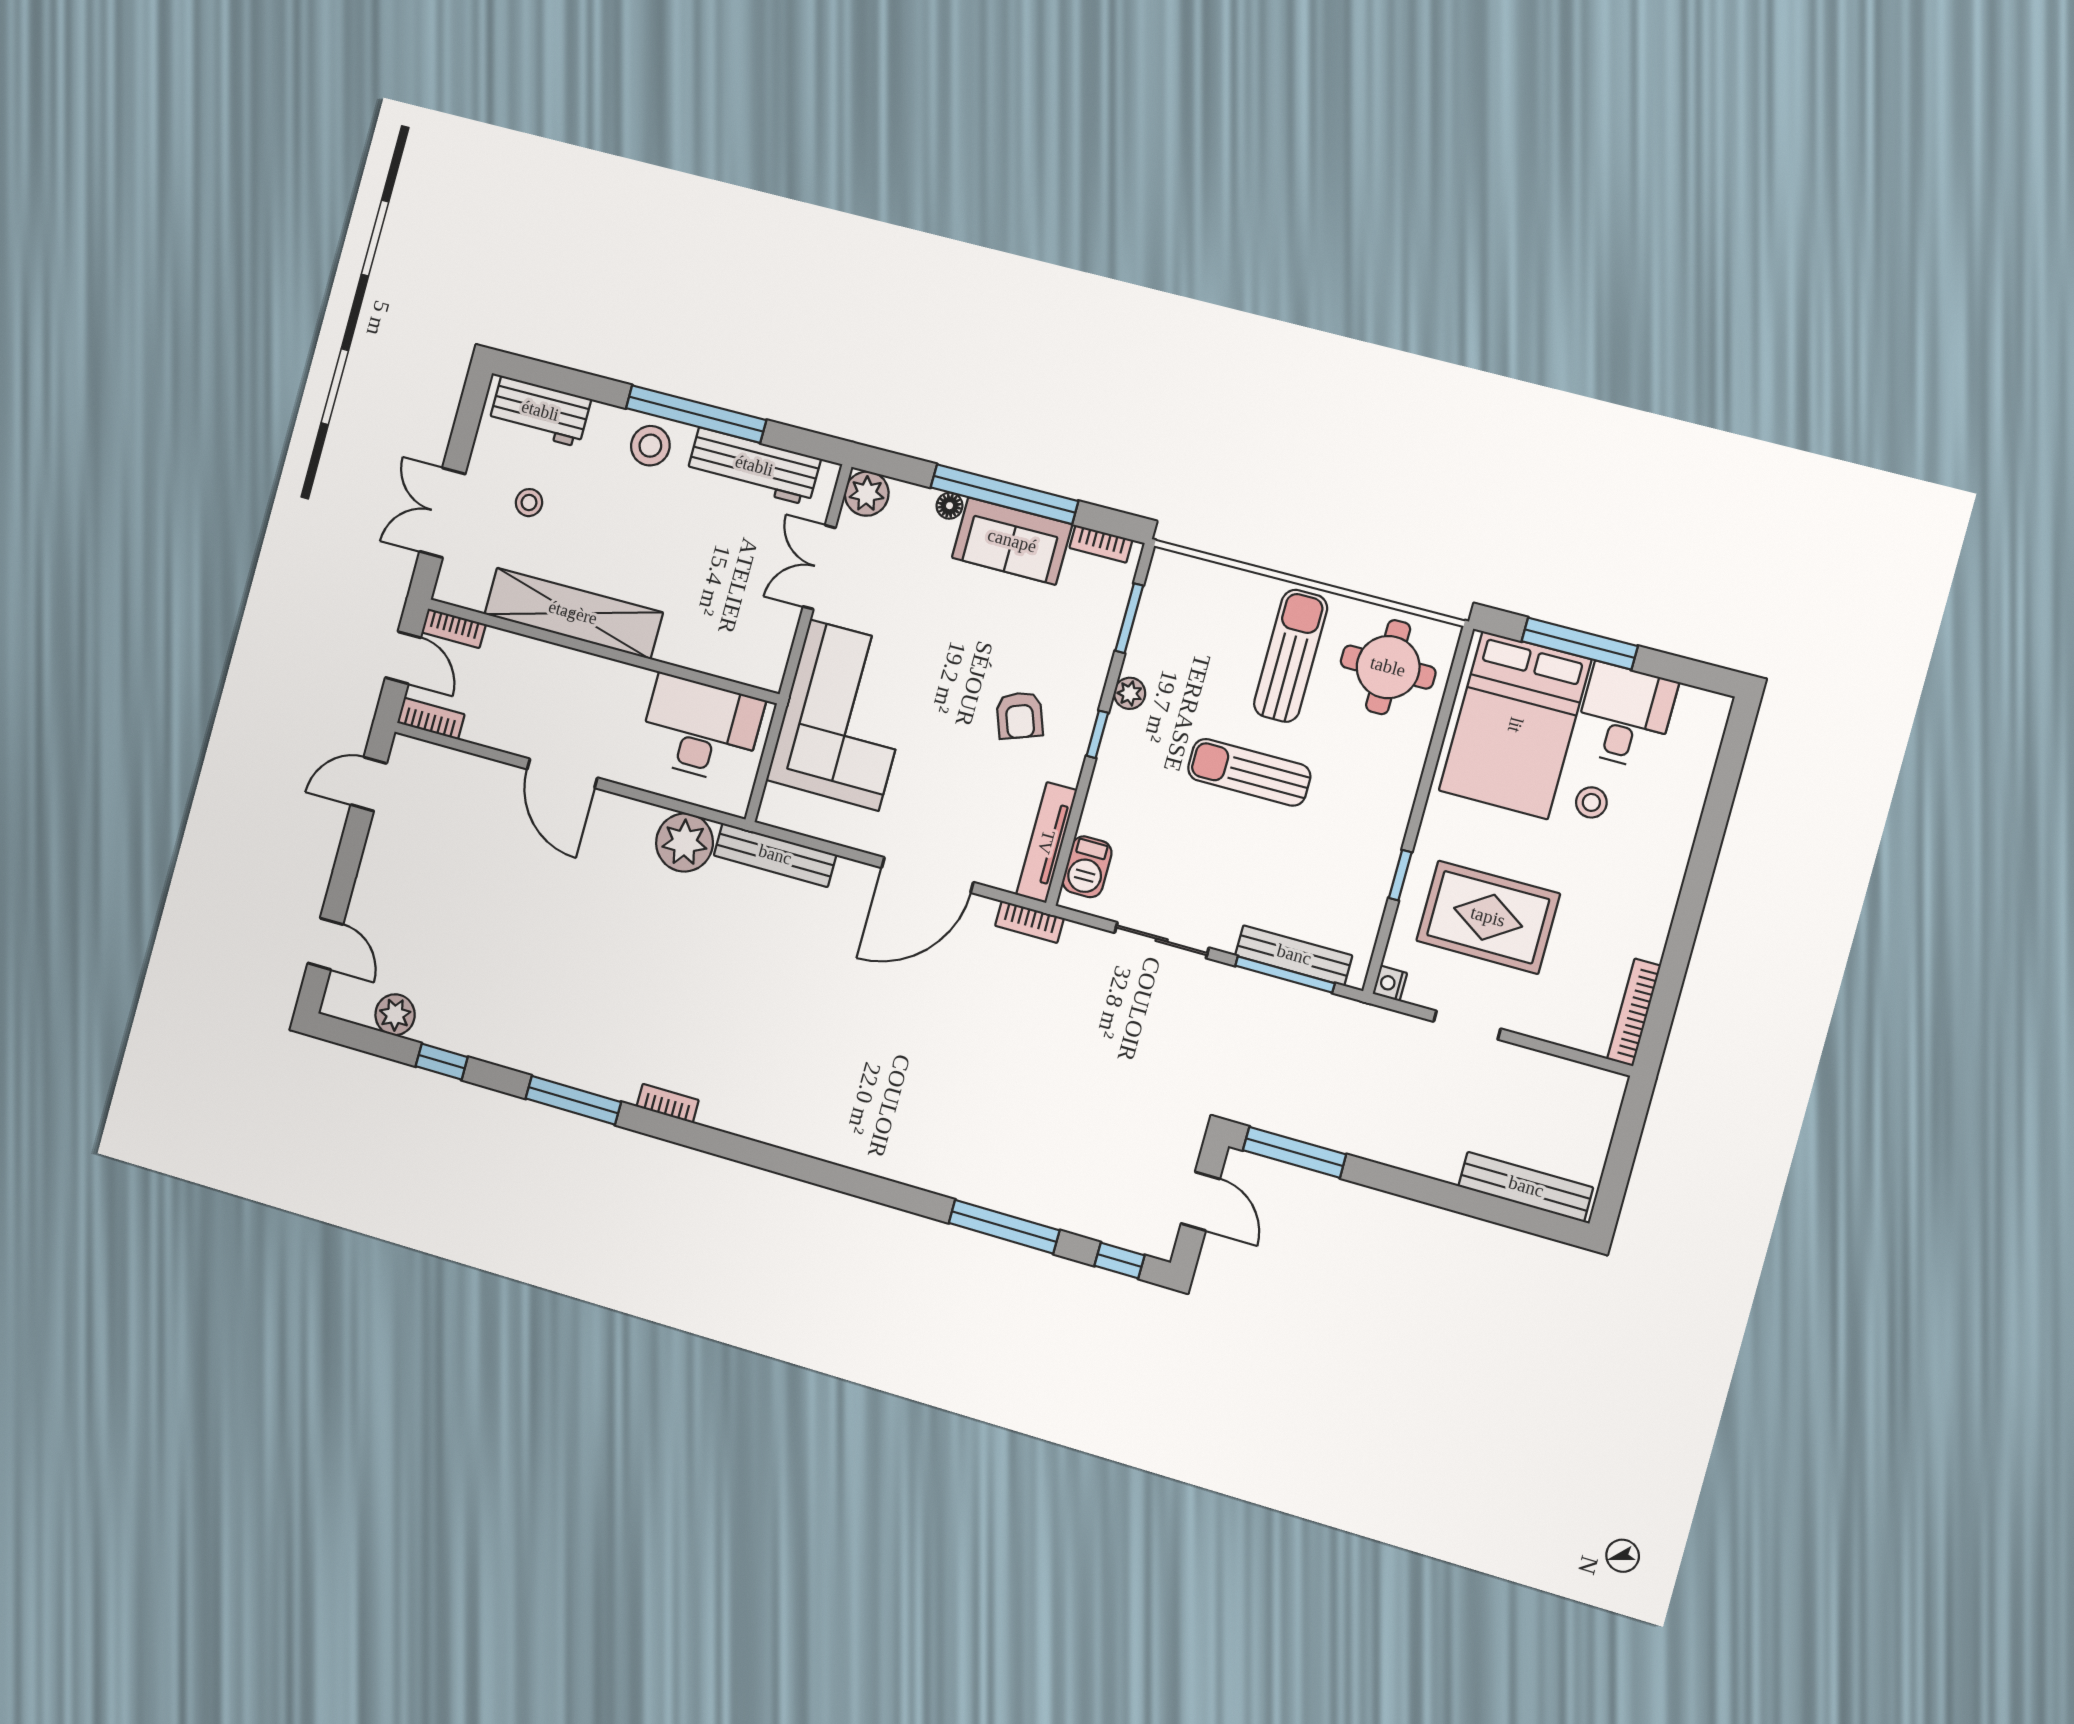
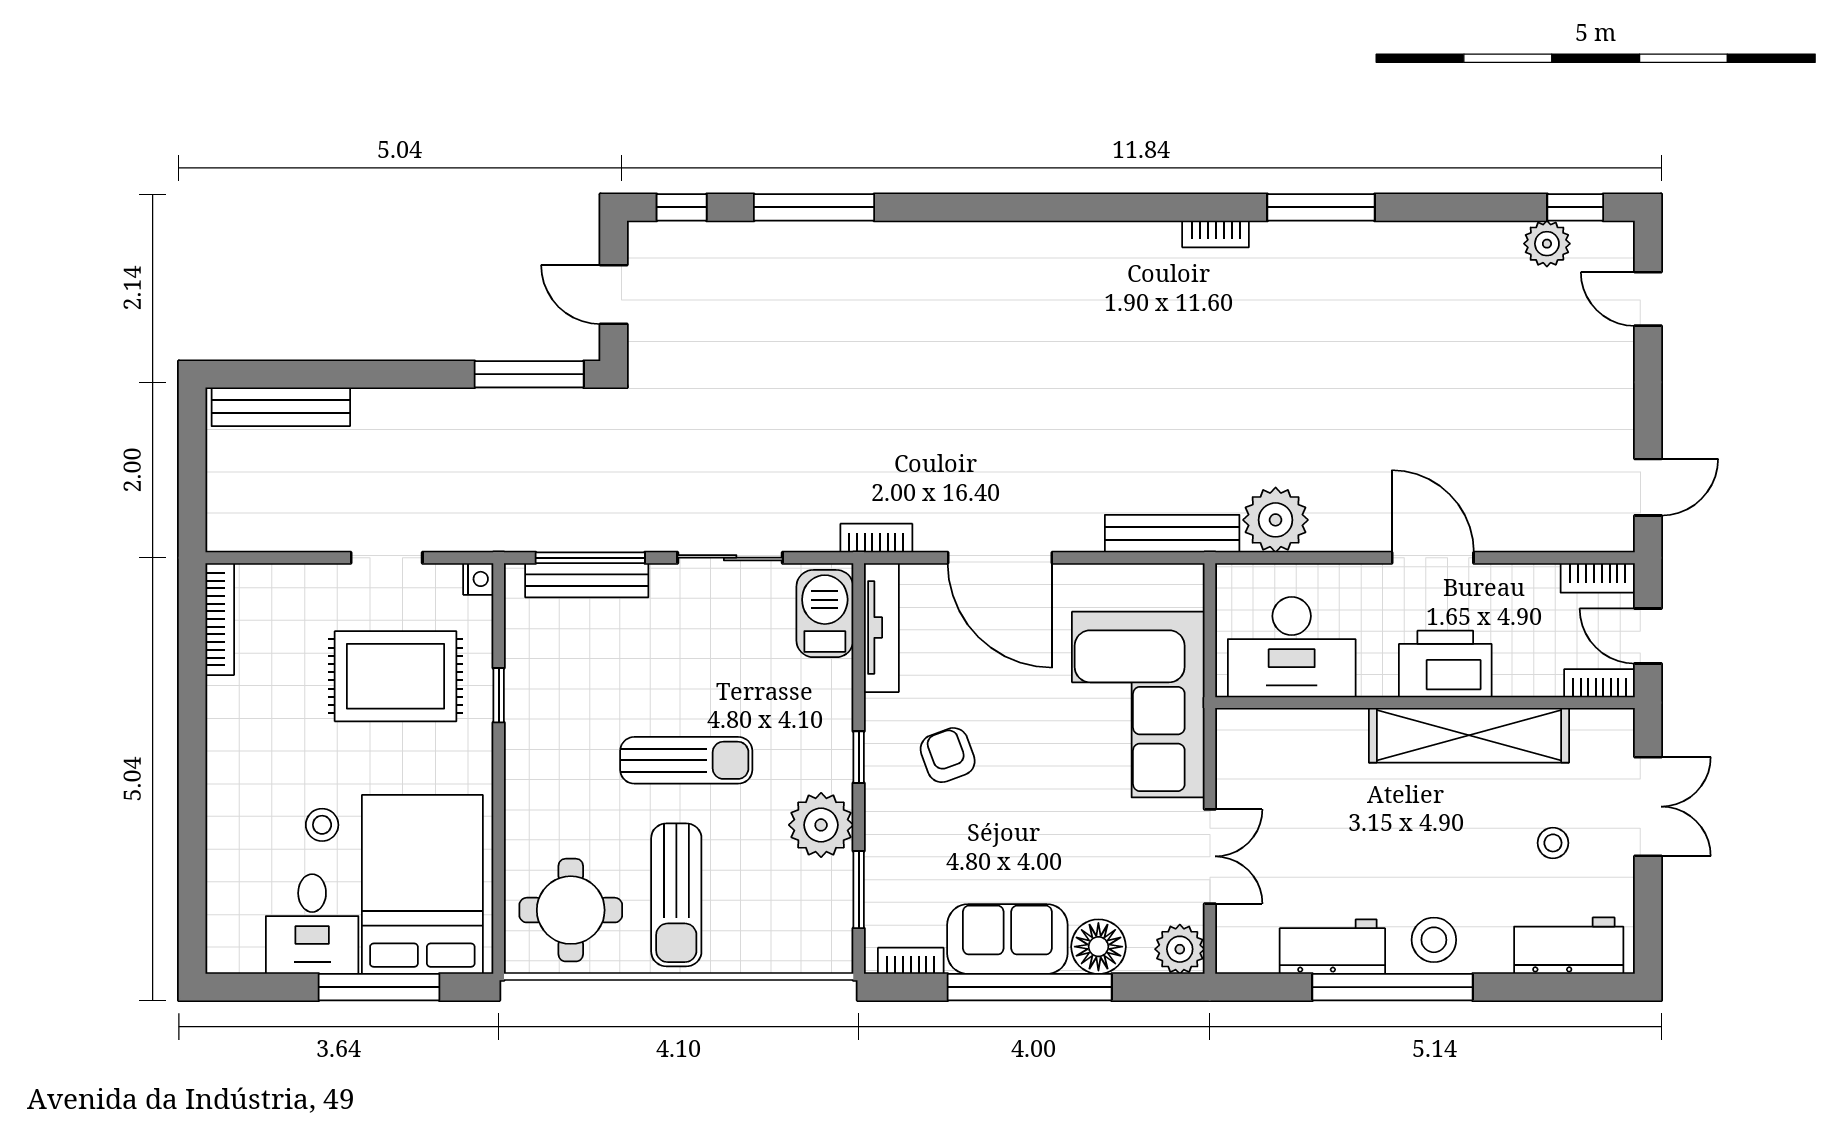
workbench: (754, 466) -> (1332, 947), width x0.73
floor lamp: (950, 506) -> (1098, 947), width x1.89, depth x1.89
printer: (577, 680) -> (1445, 664), added
plant: (1130, 693) -> (821, 825), width x1.88, depth x1.88
barbecue: (1087, 867) -> (825, 614), width x1.38, depth x1.27
door: (927, 875) -> (1000, 558), swing flipped
window: (442, 1062) -> (1575, 207), moved

